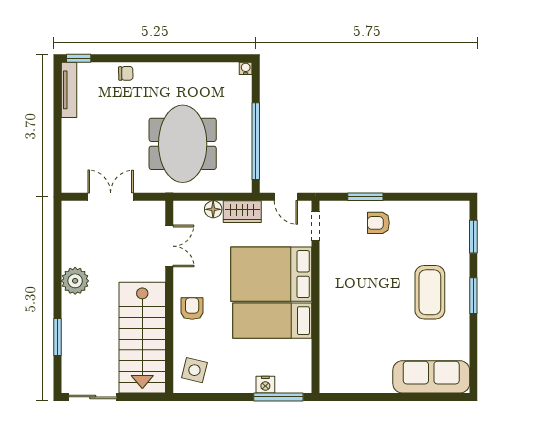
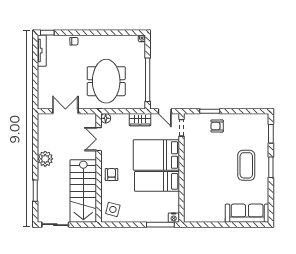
floor lamp: (213, 209) -> (106, 118), moved
double door: (169, 246) -> (99, 139), swing flipped
nightstand: (265, 385) -> (174, 218), moved

